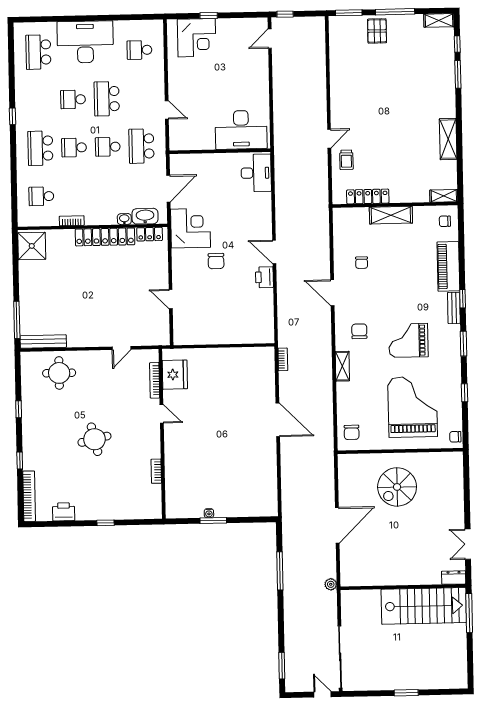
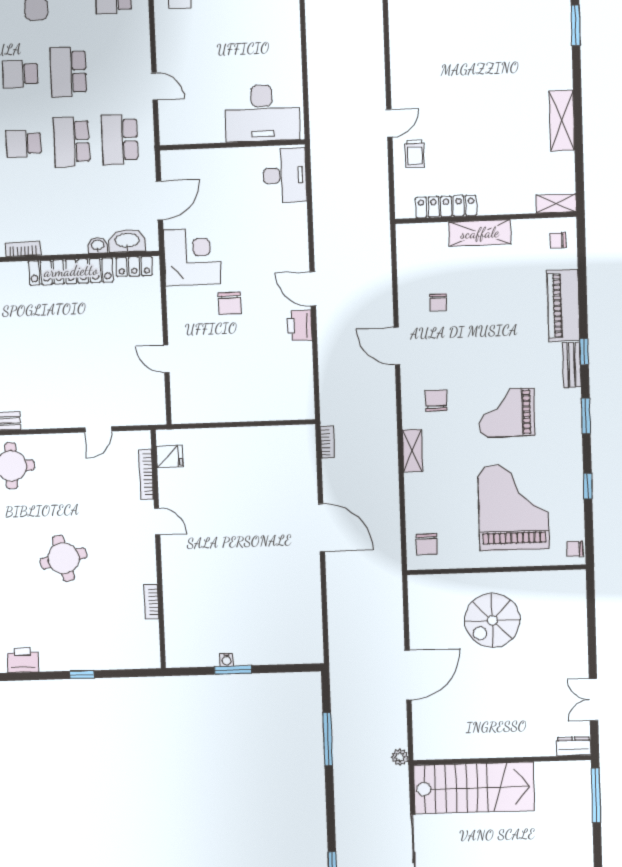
school desk: (108, 147) -> (71, 142), width x1.85
fridge: (175, 375) -> (170, 456), width x0.53, depth x0.75
stairs: (424, 606) -> (474, 788), moved

